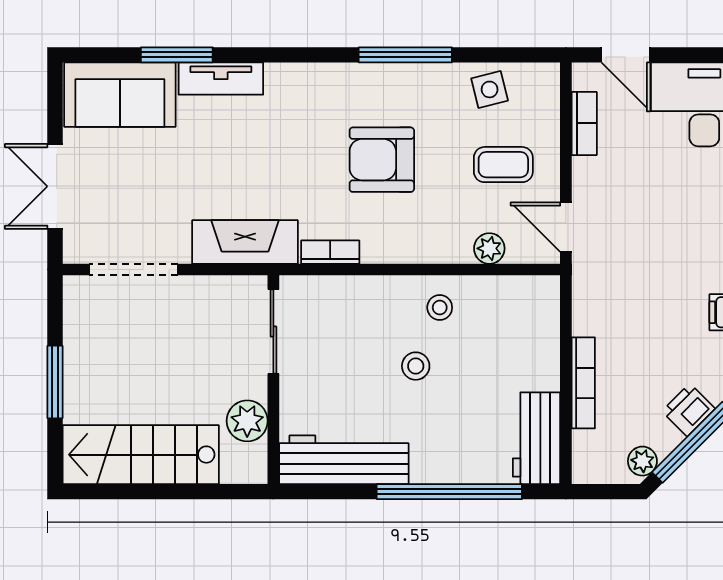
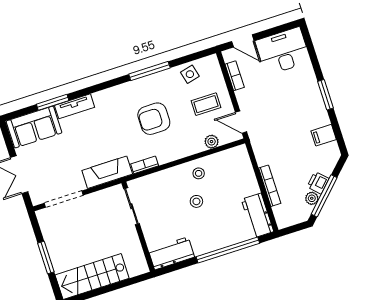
plant: (247, 421) -> (133, 248), removed
workbench: (344, 460) -> (171, 253), width x0.73
plant: (642, 461) -> (312, 198), moved

